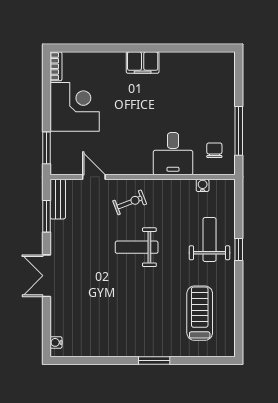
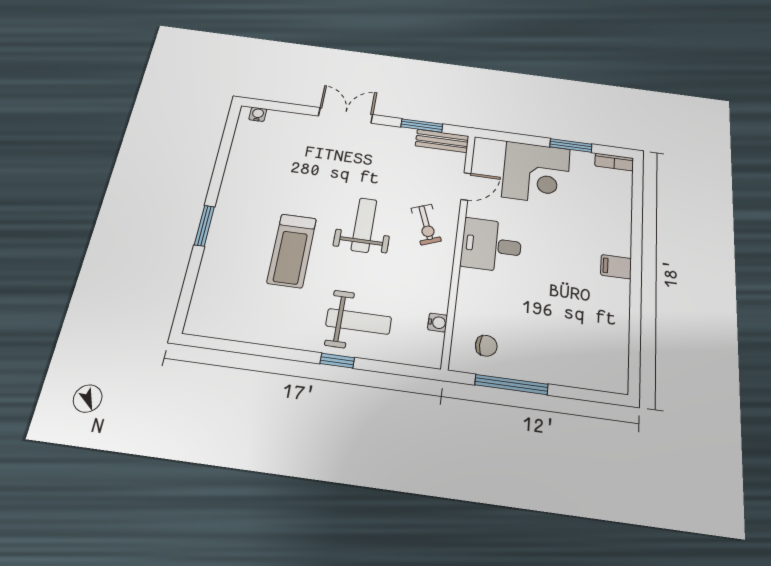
filing cabinet: (143, 63) -> (616, 267), width x0.50
corner desk: (75, 107) -> (536, 173), moved
window: (46, 148) -> (571, 145), moved
desk: (173, 154) -> (491, 245), moved
treadmill: (200, 313) -> (292, 251), moved, turned 90

